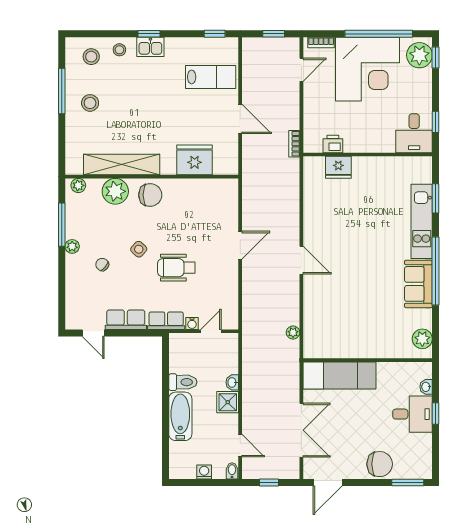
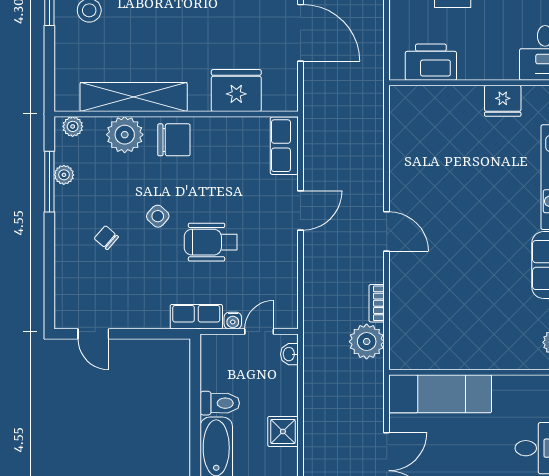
door: (240, 119) -> (300, 33), width x1.36
bookcase: (294, 144) -> (377, 303), moved
printer: (333, 144) -> (431, 62), width x1.87, depth x1.48
fridge: (338, 167) -> (503, 101), moved
plant: (72, 246) -> (64, 175), moved
row of seats: (126, 320) -> (284, 146), moved, turned -90
plant: (293, 332) -> (367, 342), width x1.88, depth x1.88
washbasin: (232, 382) -> (289, 354), moved

